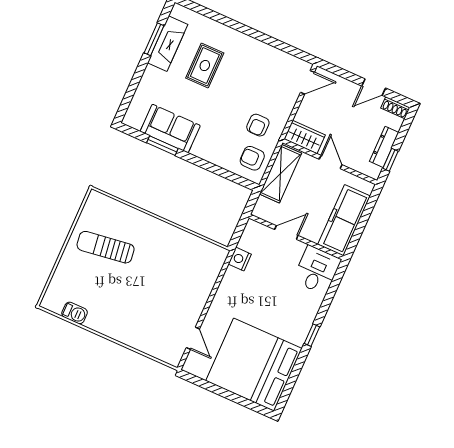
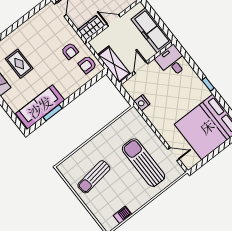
sofa: (170, 129) -> (40, 107), width x1.36
shelving: (280, 174) -> (114, 64), moved
sun lounger: (160, 304) -> (143, 163), added

